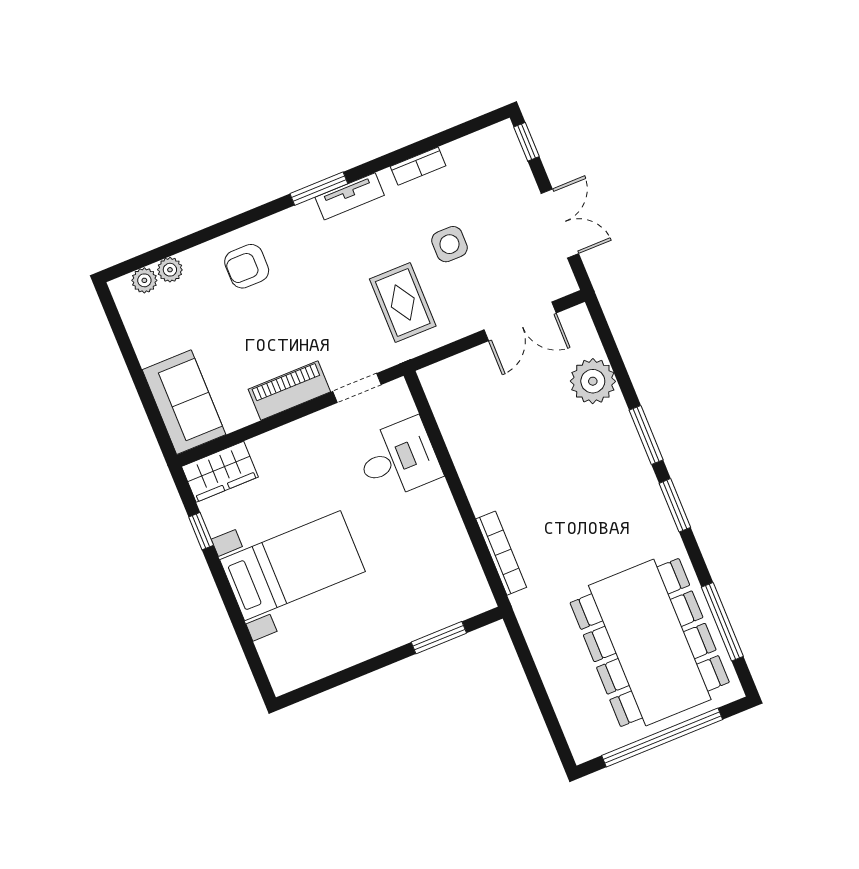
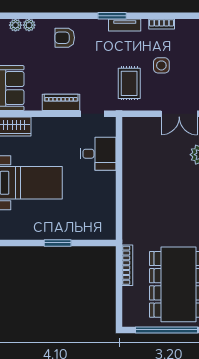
bookcase: (501, 553) -> (127, 265), moved
window: (439, 638) -> (58, 243), moved

